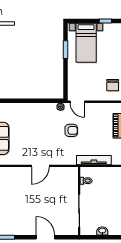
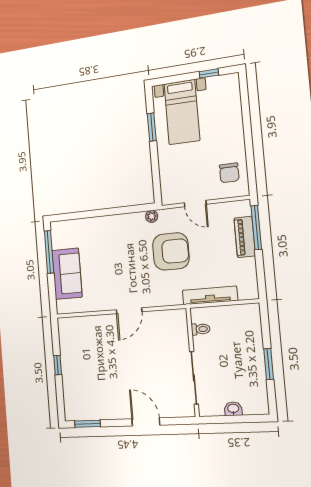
door: (77, 102) -> (195, 204), moved
armchair: (71, 130) -> (171, 251), width x1.88, depth x1.88

